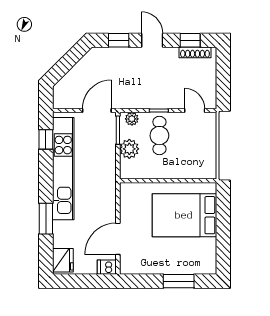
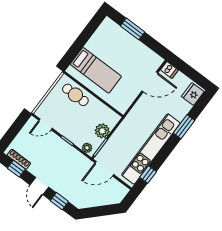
door: (195, 110) -> (45, 124), hinge flipped
cafe table: (159, 136) -> (75, 95), moved, turned 90
bed: (184, 215) -> (96, 70), width x0.67

